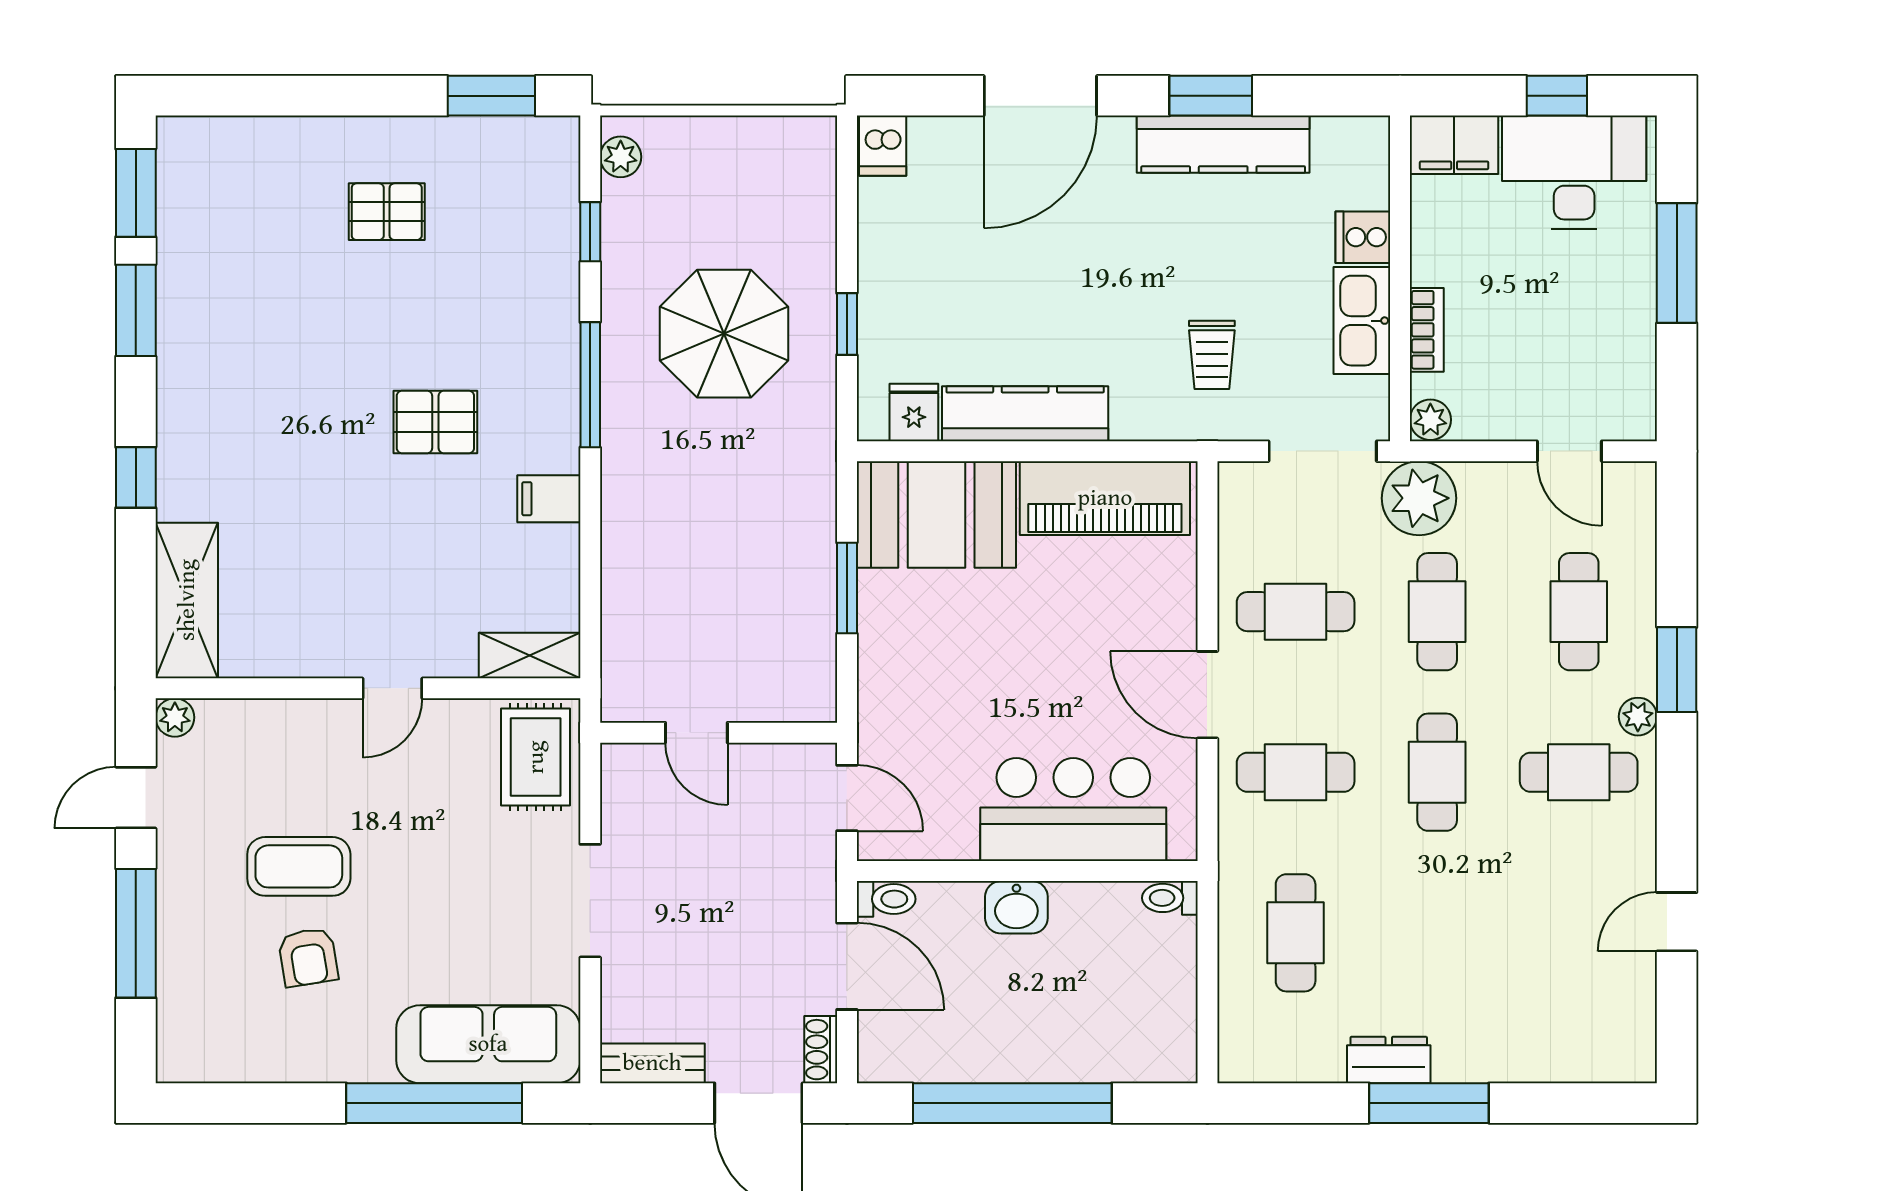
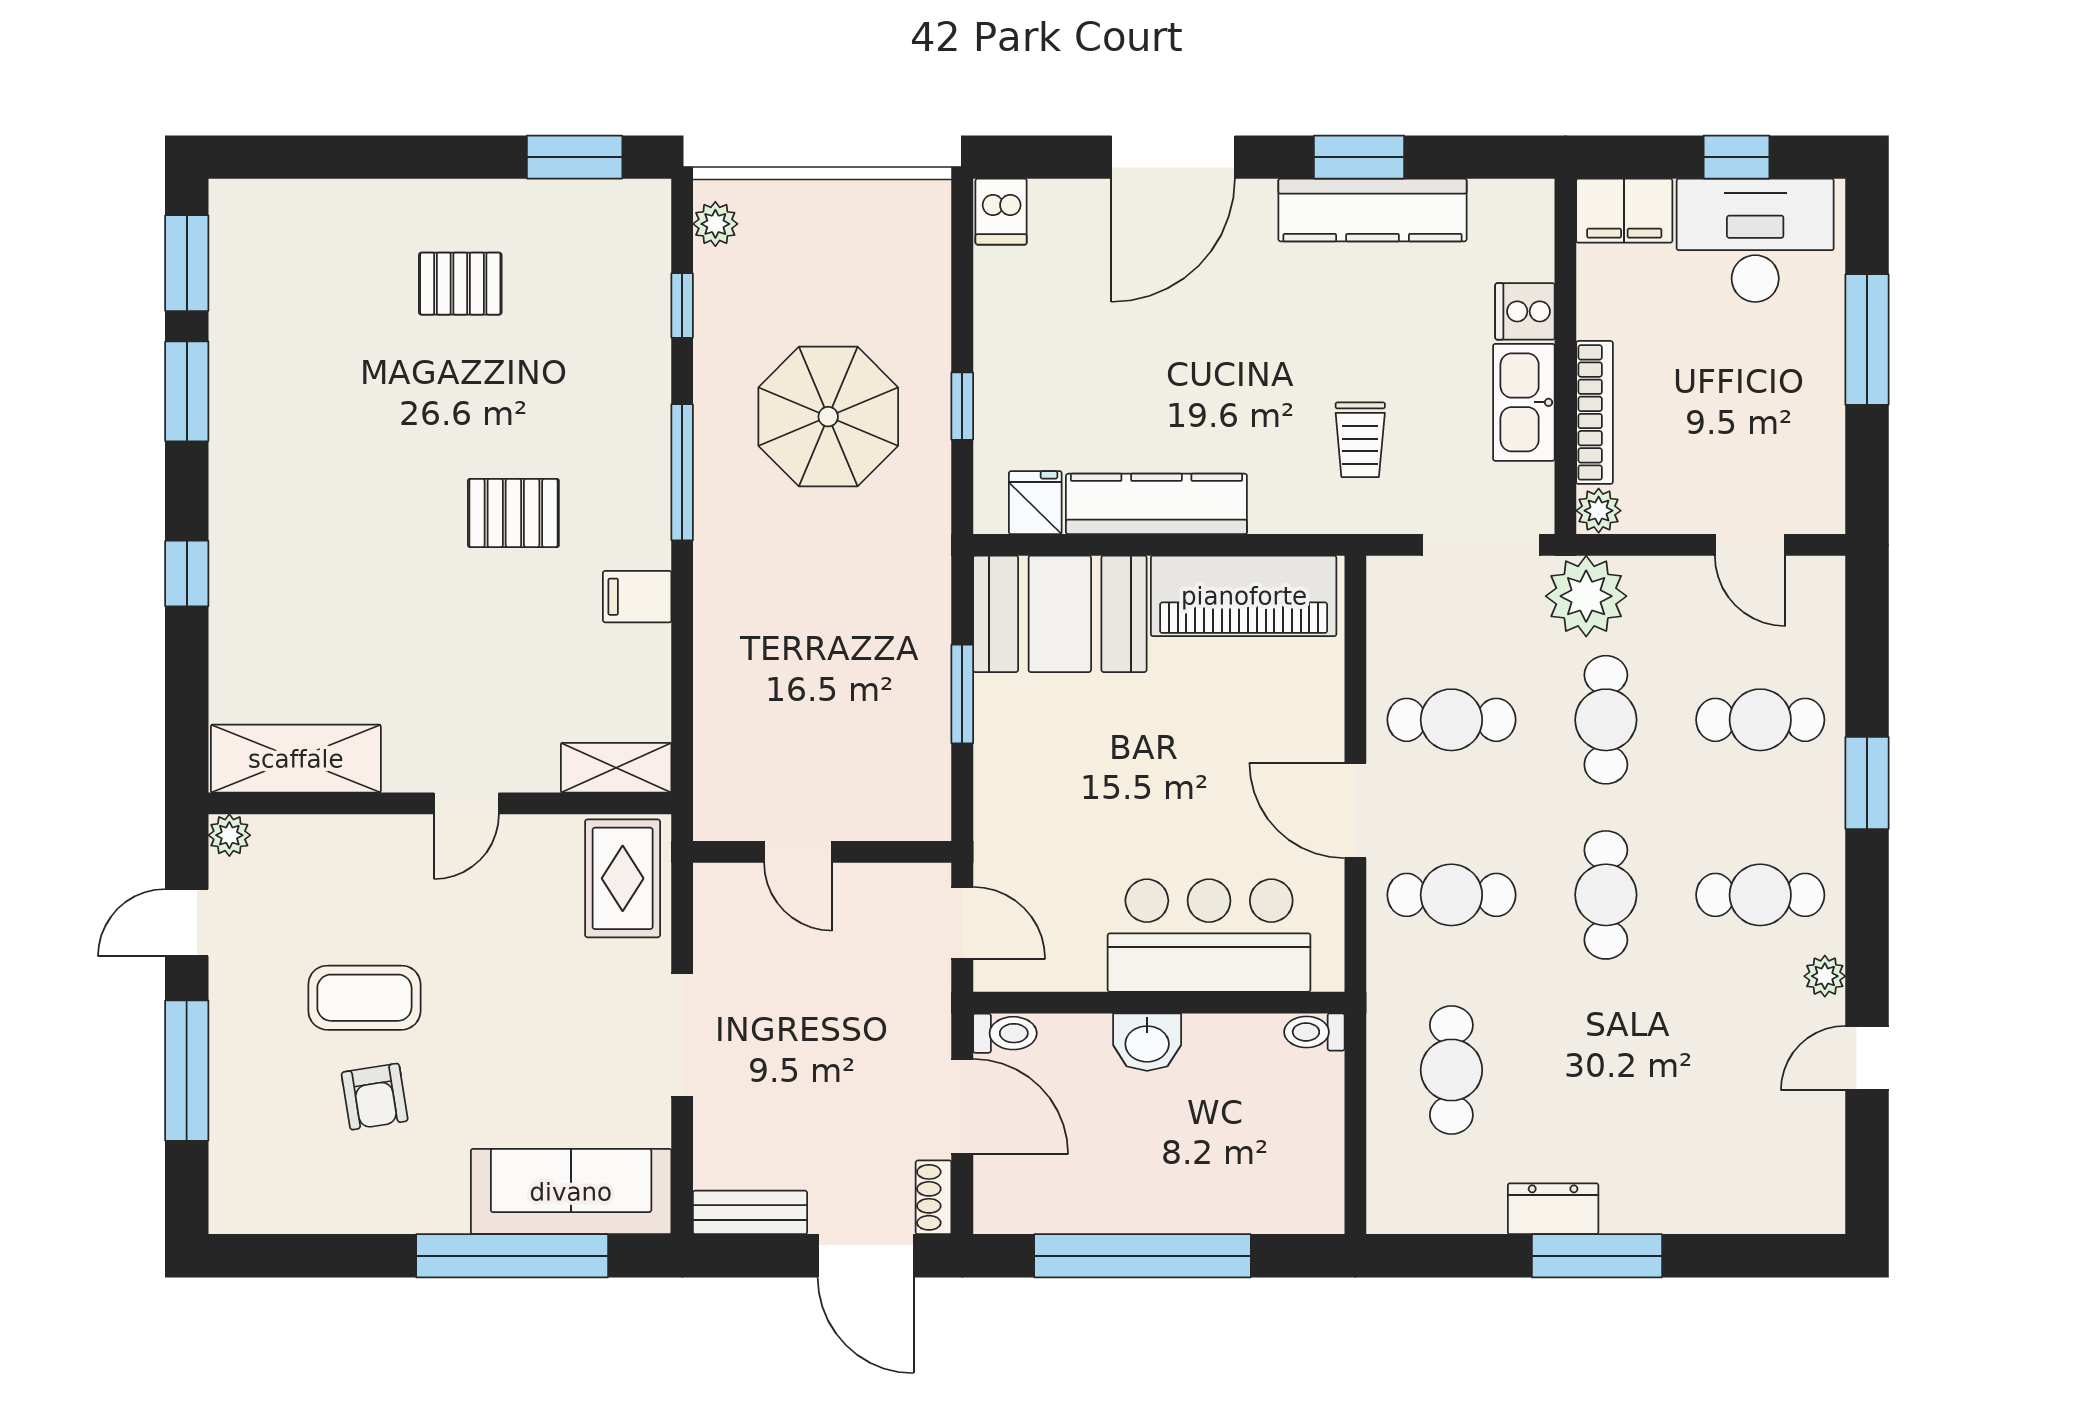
bookcase: (1427, 330) -> (1595, 412), width x1.56
shelving: (187, 600) -> (296, 759), moved, turned 90
cafe table: (1579, 612) -> (1760, 720), turned 90
plant: (1638, 717) -> (1825, 976), moved

